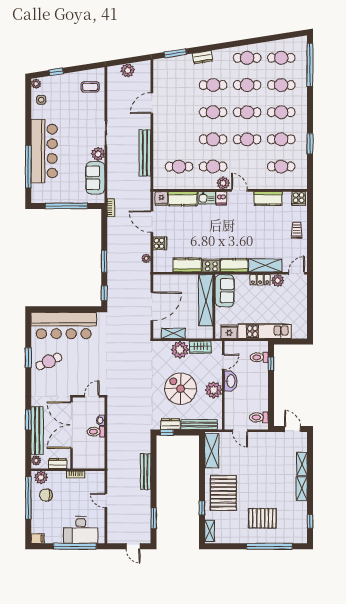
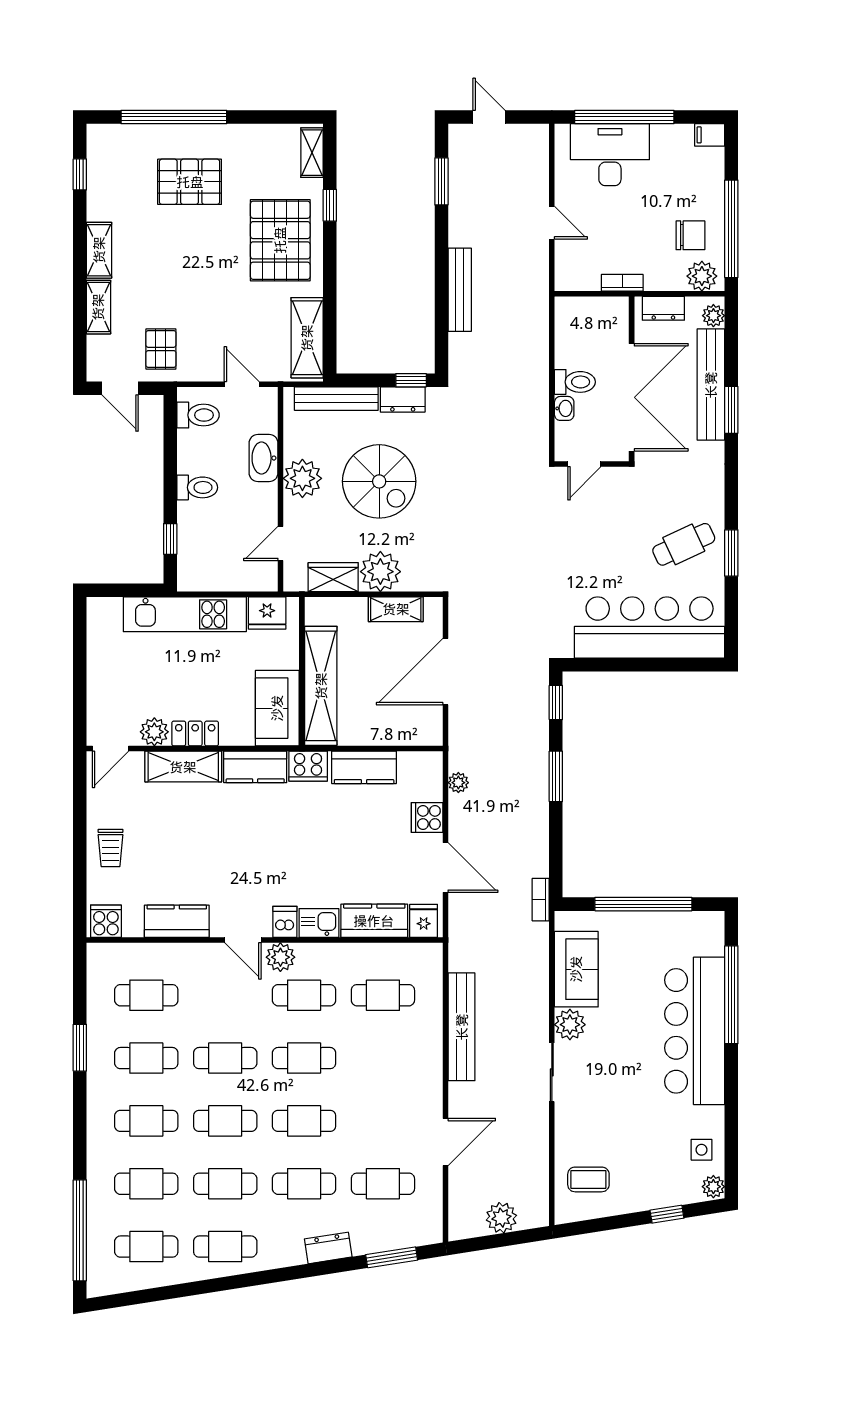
cafe table: (179, 85) -> (383, 1184), added
toilet: (259, 357) -> (197, 487), moved
washbasin: (231, 381) -> (264, 458), moved
pallet: (275, 446) -> (161, 349), added

